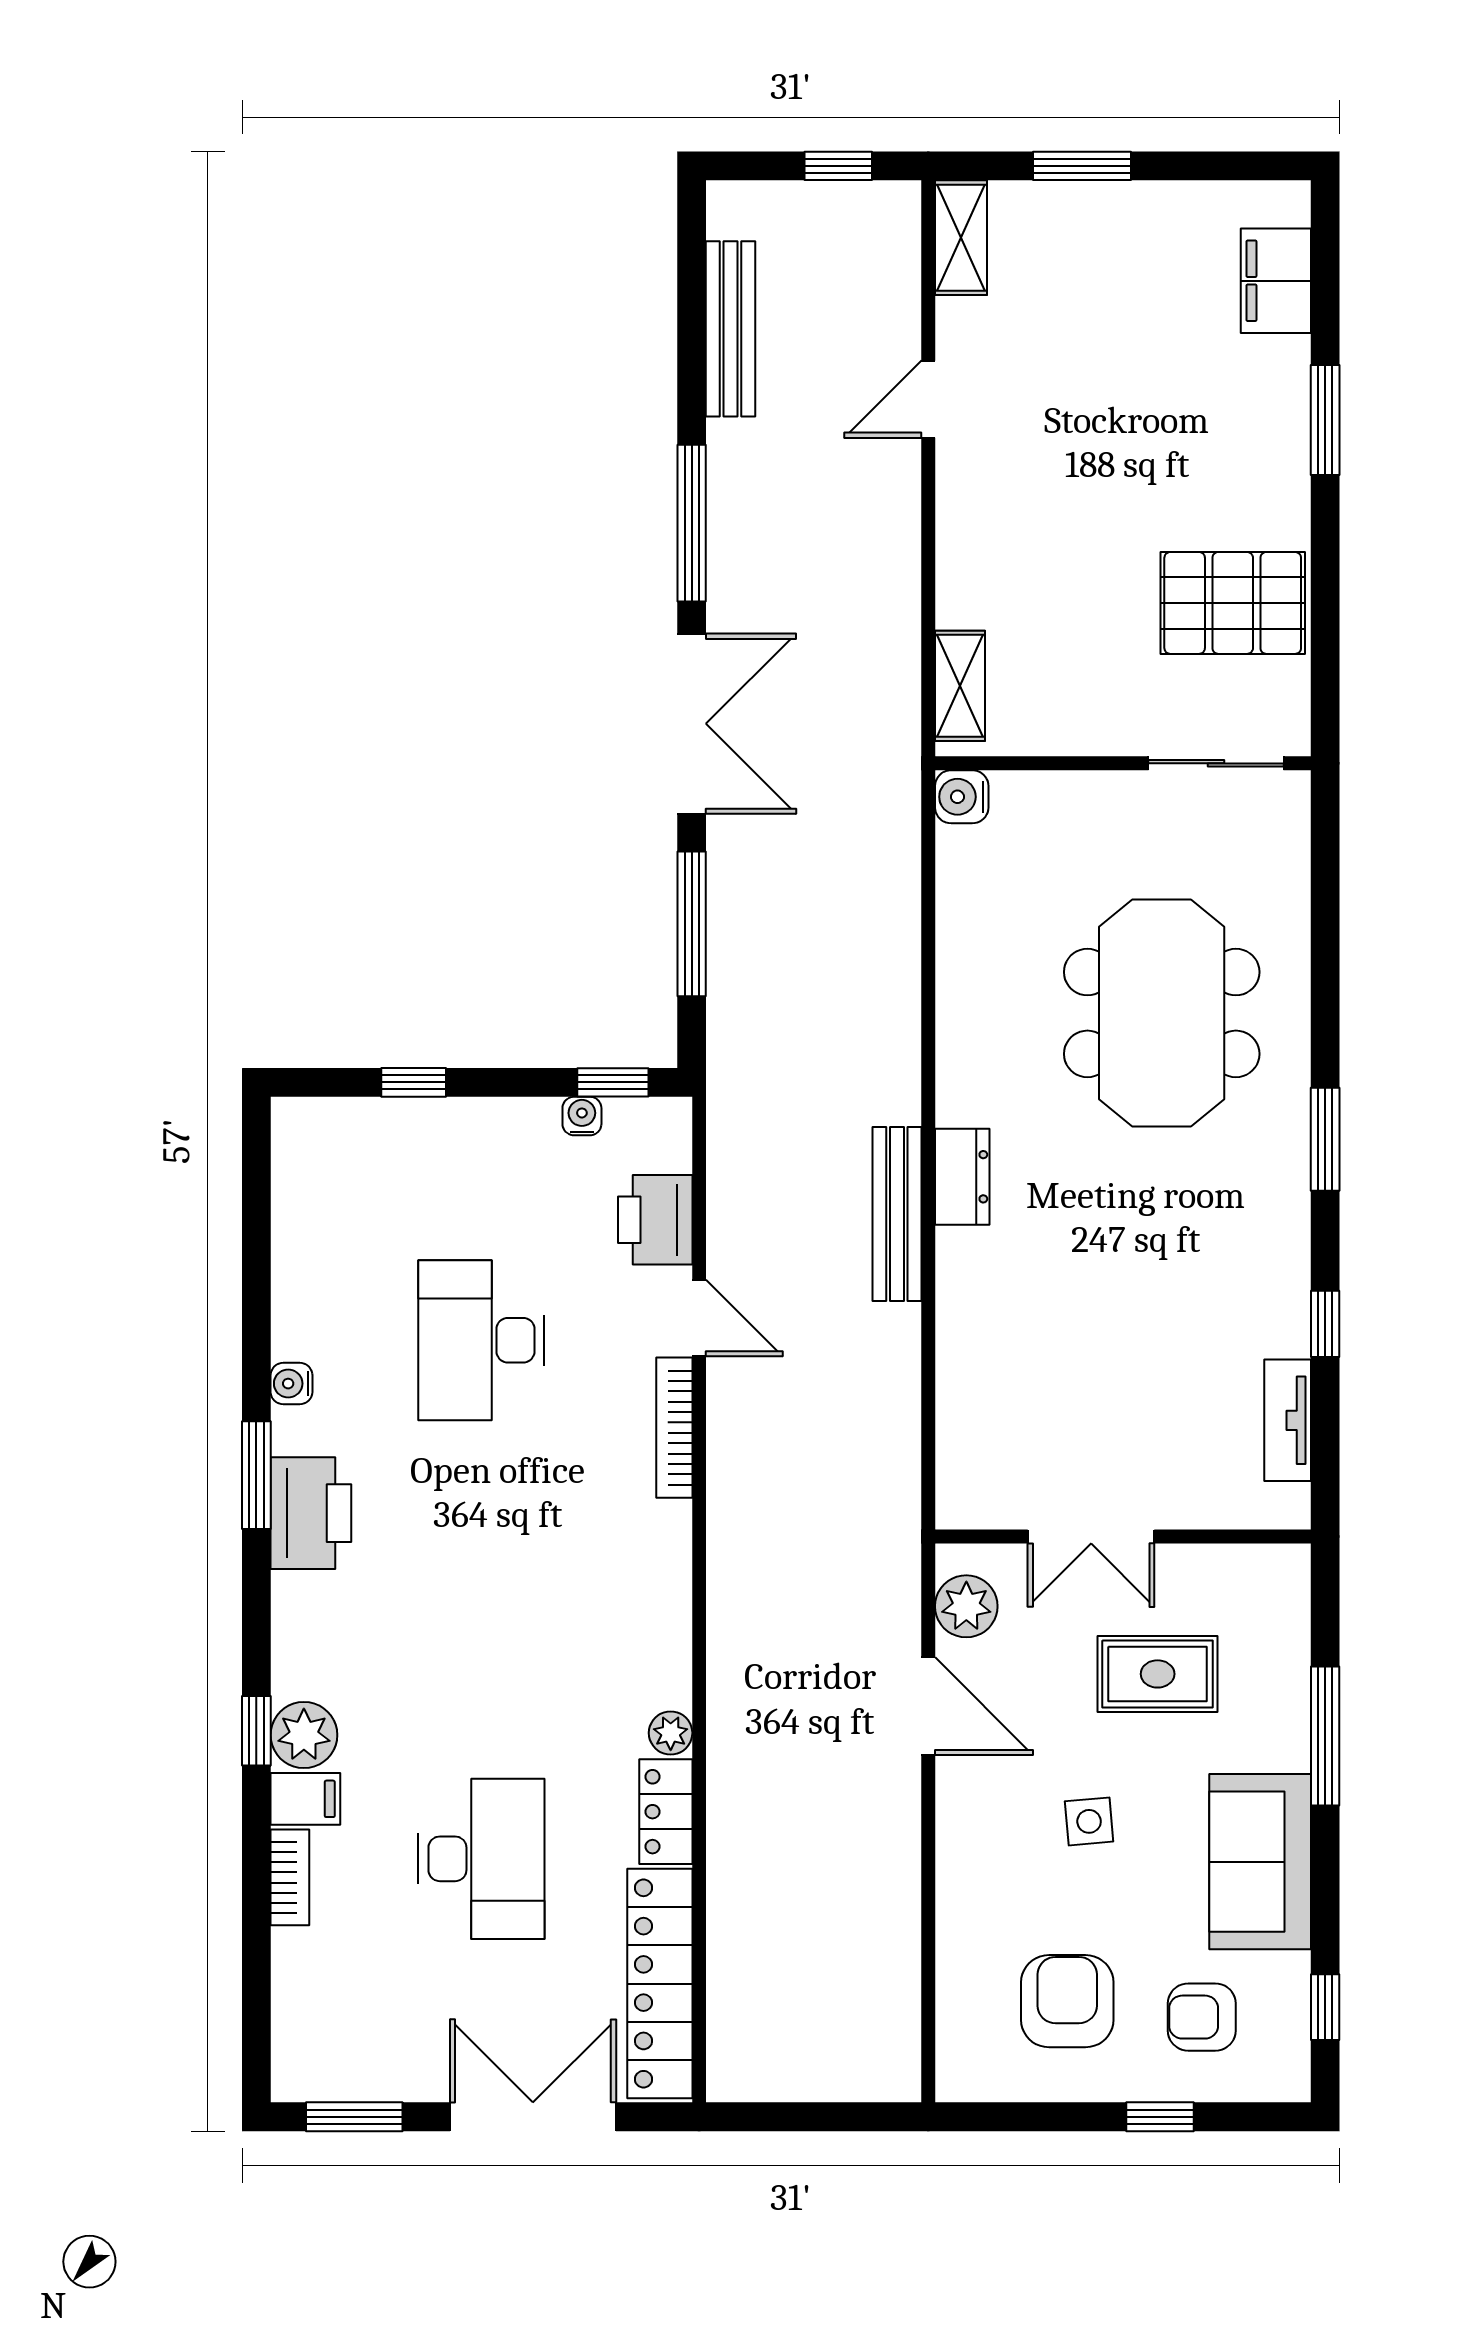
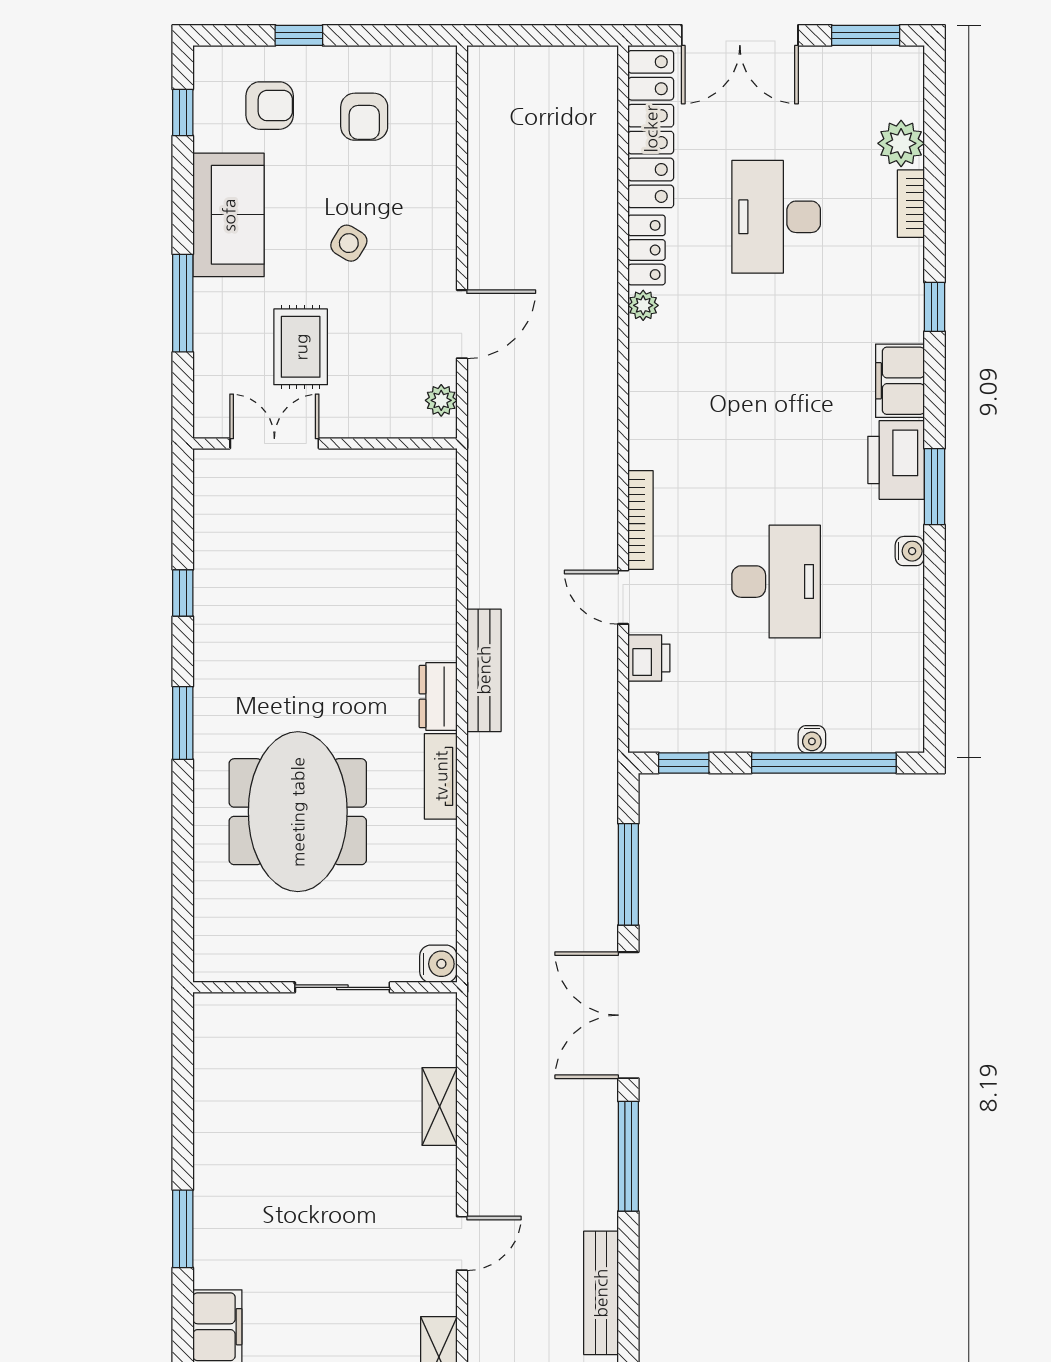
pallet: (1233, 603) -> (248, 1100), removed
shelving: (960, 686) -> (440, 1107), moved
sliding door: (1216, 763) -> (342, 987), moved
window: (414, 1082) -> (824, 763), width x3.17
water cooler: (582, 1116) -> (812, 739), moved
printer: (655, 1220) -> (649, 658), width x0.73, depth x0.81
tv unit: (1288, 1420) -> (441, 776), moved, turned 180
double door: (1091, 1537) -> (274, 443), moved
plant: (966, 1606) -> (441, 400), width x0.73, depth x0.73
rug: (1158, 1674) -> (301, 347), turned 90
door: (928, 1706) -> (462, 324), swing flipped
plant: (304, 1735) -> (901, 143), moved
filing cabinet: (305, 1799) -> (900, 381), moved, width x2.00
side table: (1089, 1821) -> (349, 243), turned 36
armchair: (1067, 2001) -> (364, 117), width x0.72, depth x0.72

